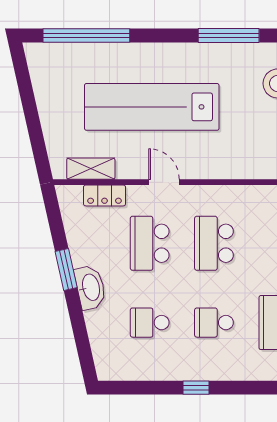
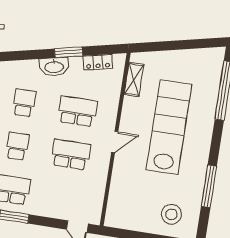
door: (164, 182) -> (115, 142), moved
locker: (105, 195) -> (98, 62), moved, turned -103

